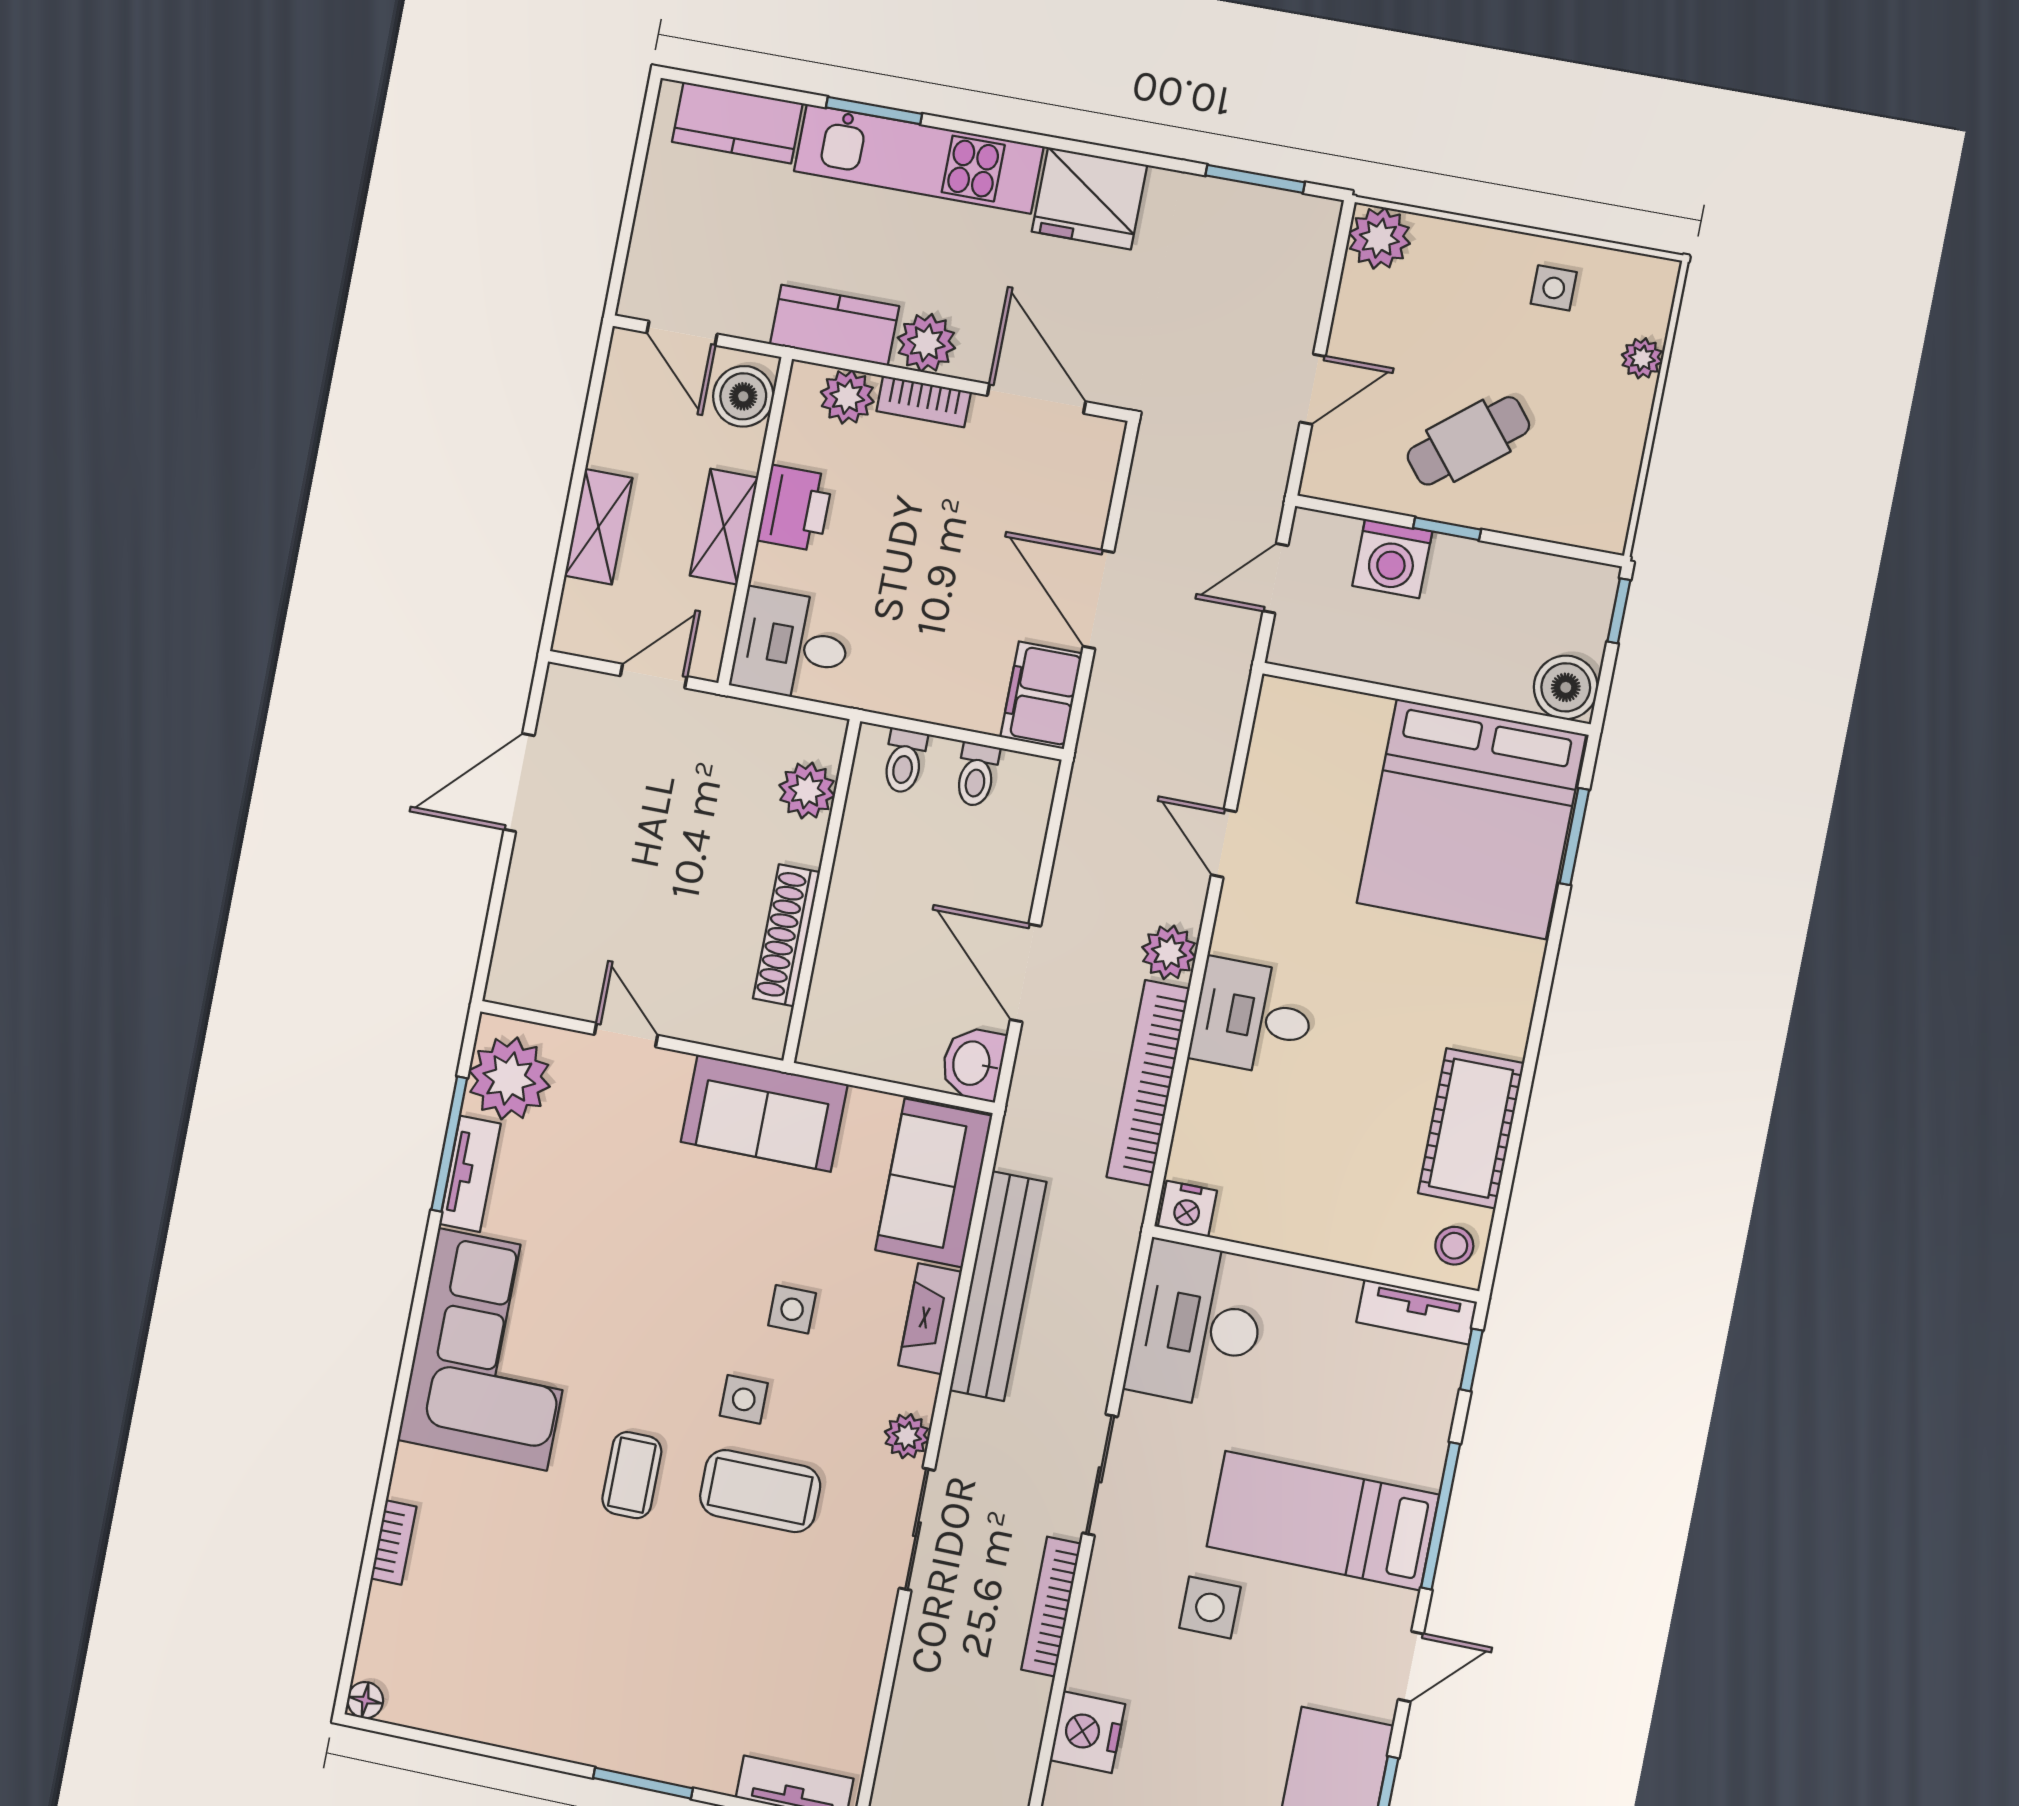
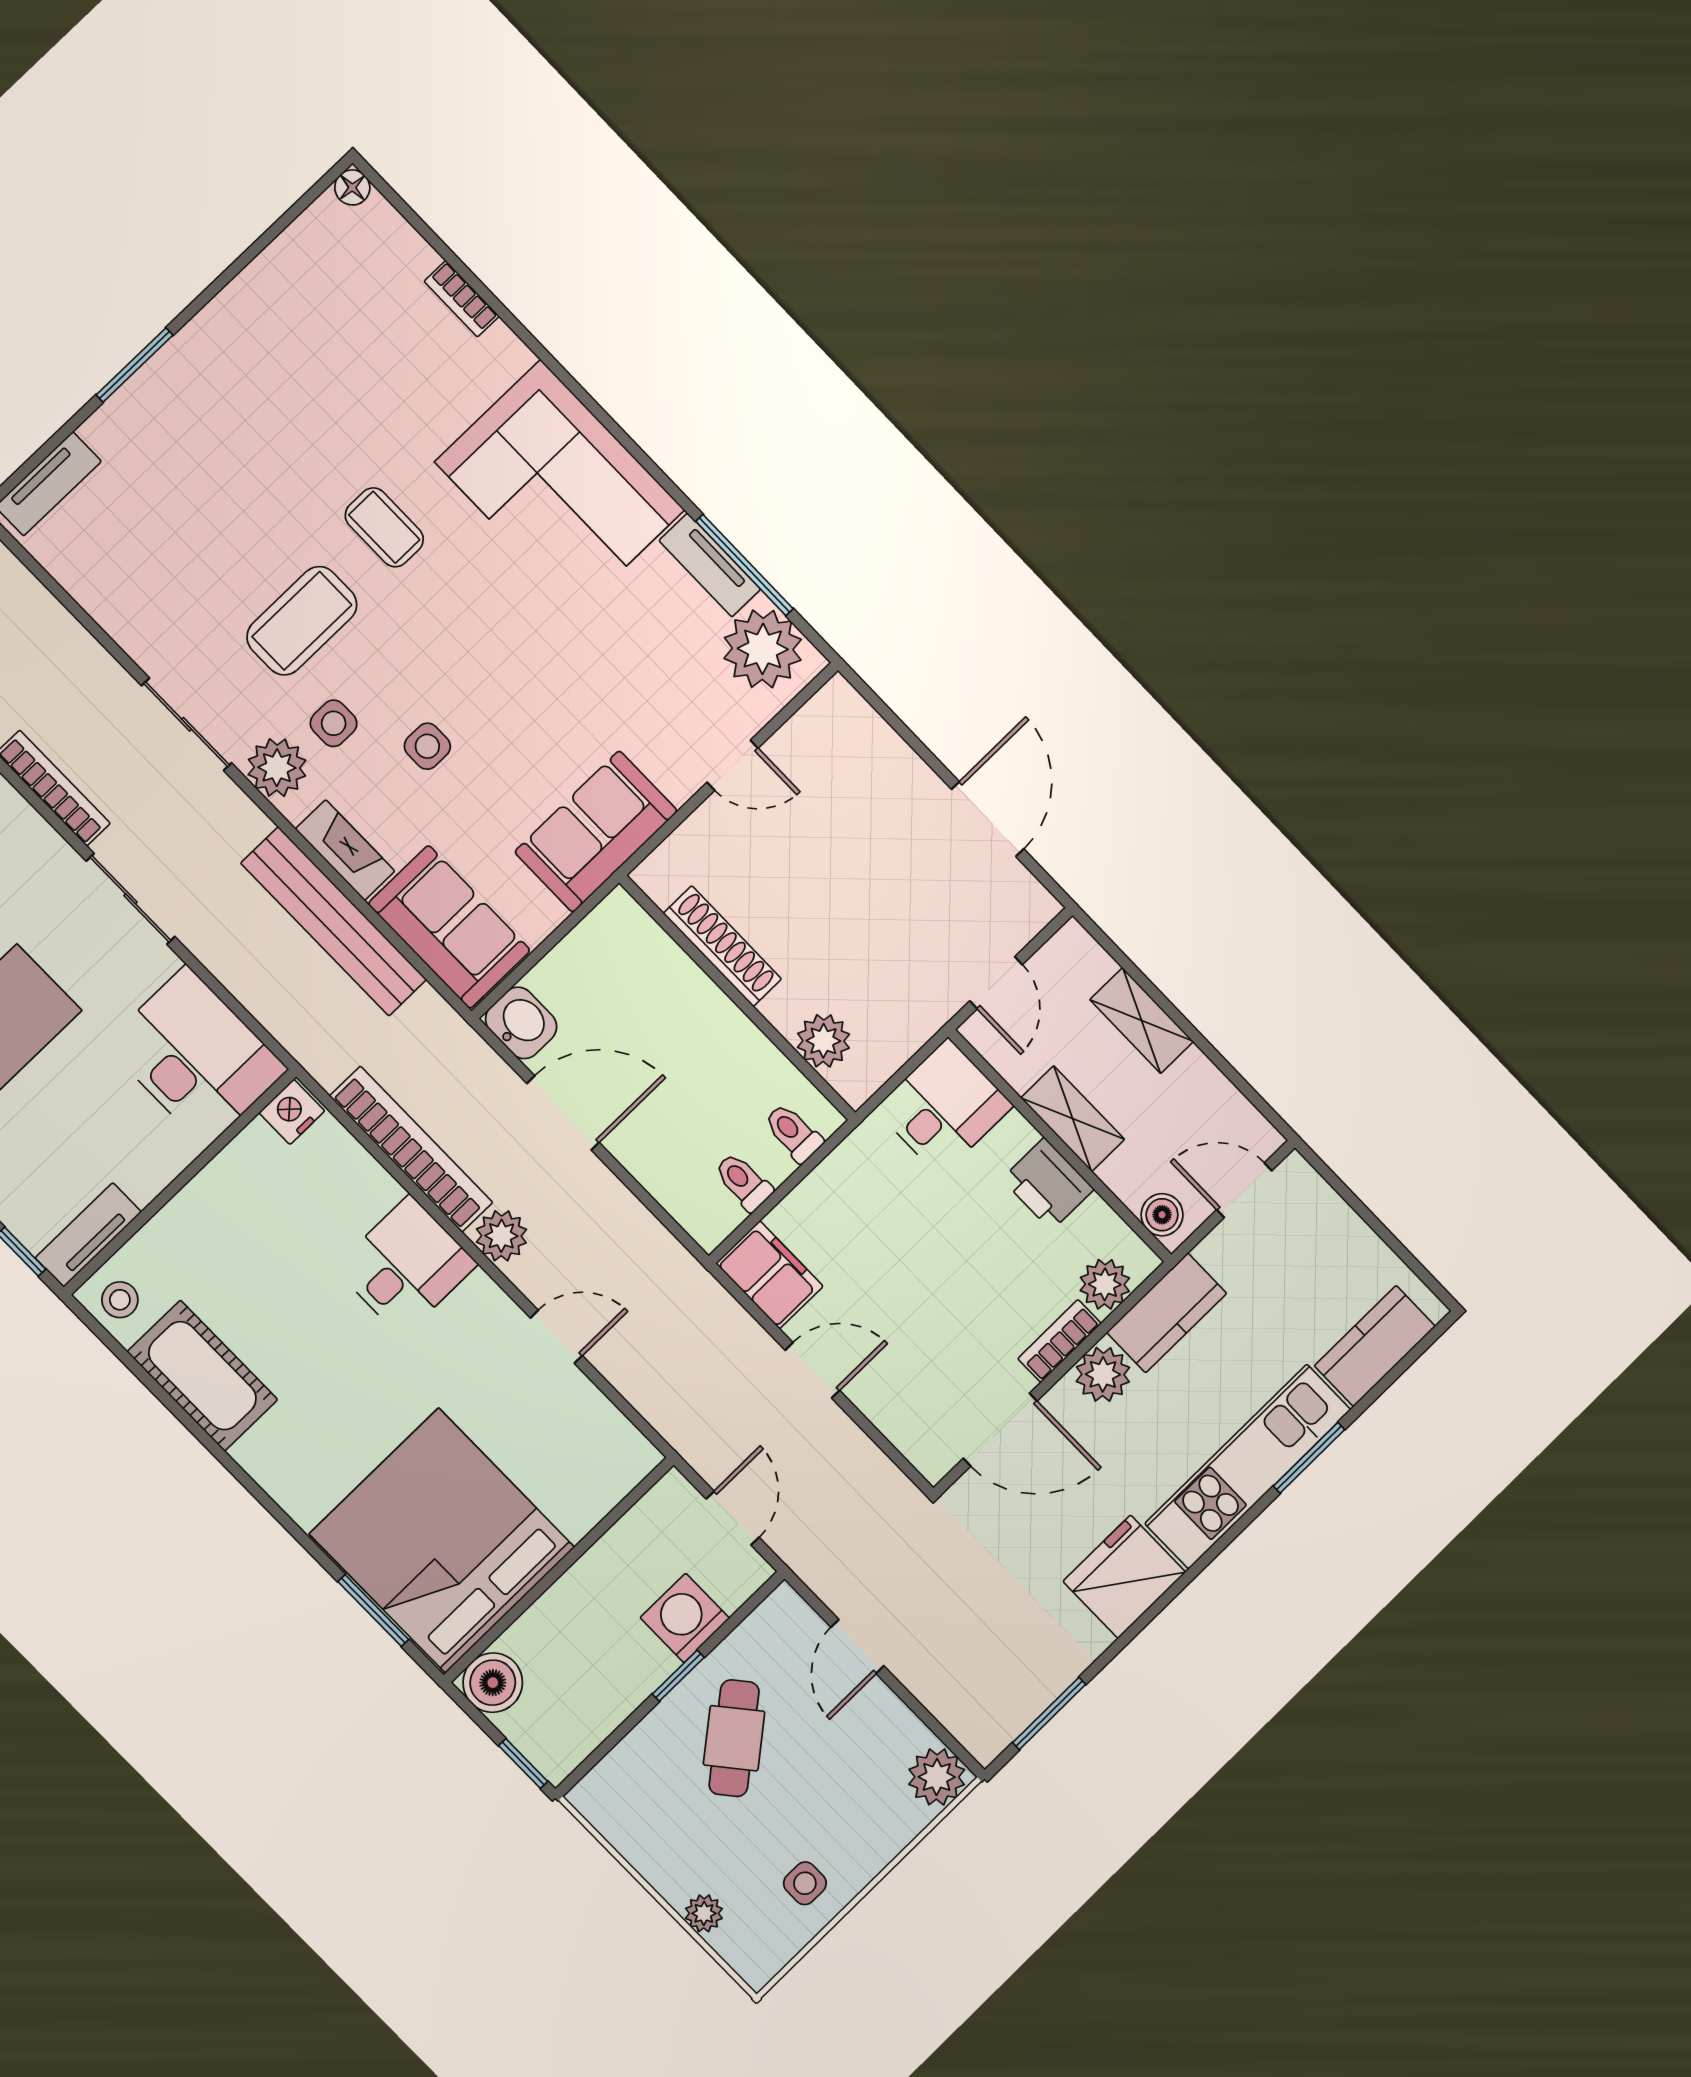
boiler: (743, 396) -> (1162, 1215), width x0.73, depth x0.73
door: (1098, 599) -> (812, 1370), width x0.73
side table: (744, 1399) -> (334, 723), moved
plant: (907, 1436) -> (277, 768), width x1.38, depth x1.38

